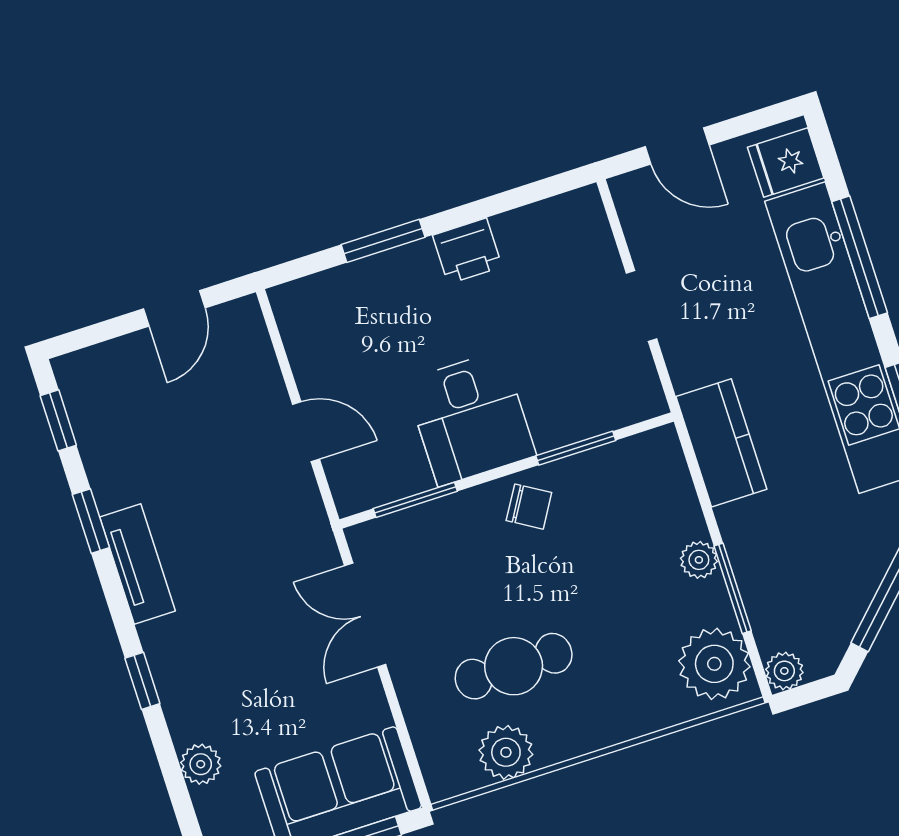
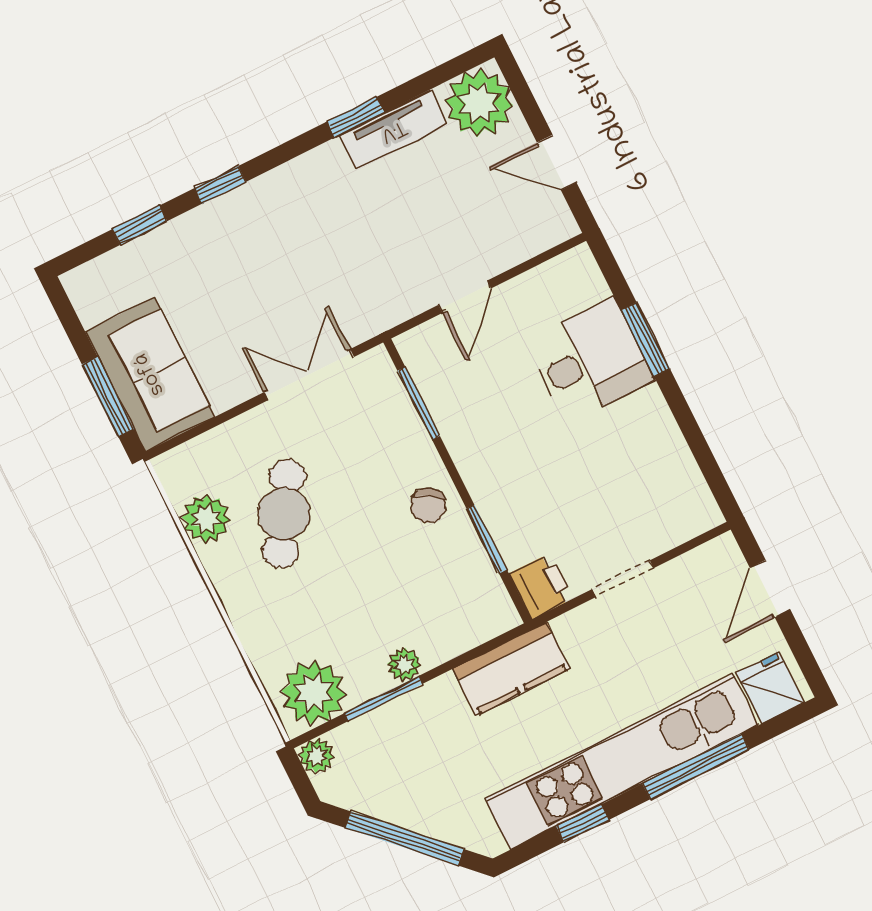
printer: (467, 251) -> (541, 586), moved, turned 180
desk: (470, 418) -> (590, 360), moved, turned 180
window: (58, 420) -> (140, 225), moved
tv unit: (138, 564) -> (393, 130), moved
cafe table: (514, 666) -> (284, 514), turned 32
plant: (201, 764) -> (479, 103), moved, width x1.88, depth x1.88

